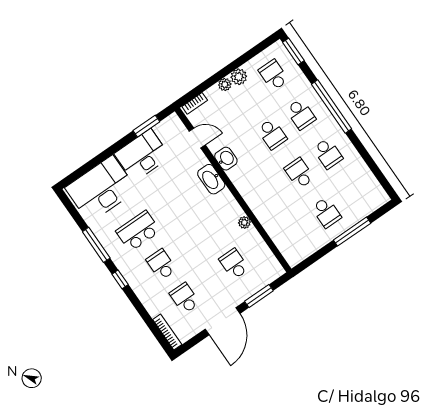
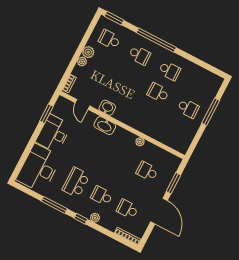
school desk: (272, 134) -> (128, 77), removed
door: (197, 138) -> (82, 104), swing flipped
plant: (138, 287) -> (95, 218), added

